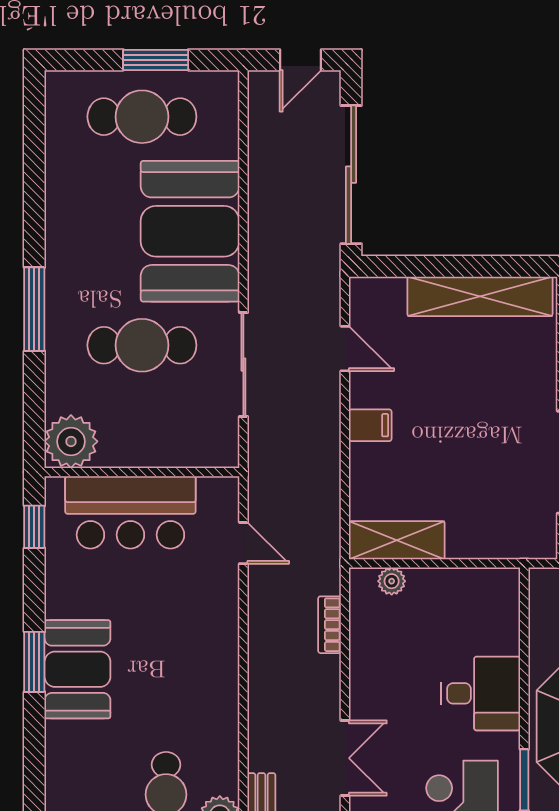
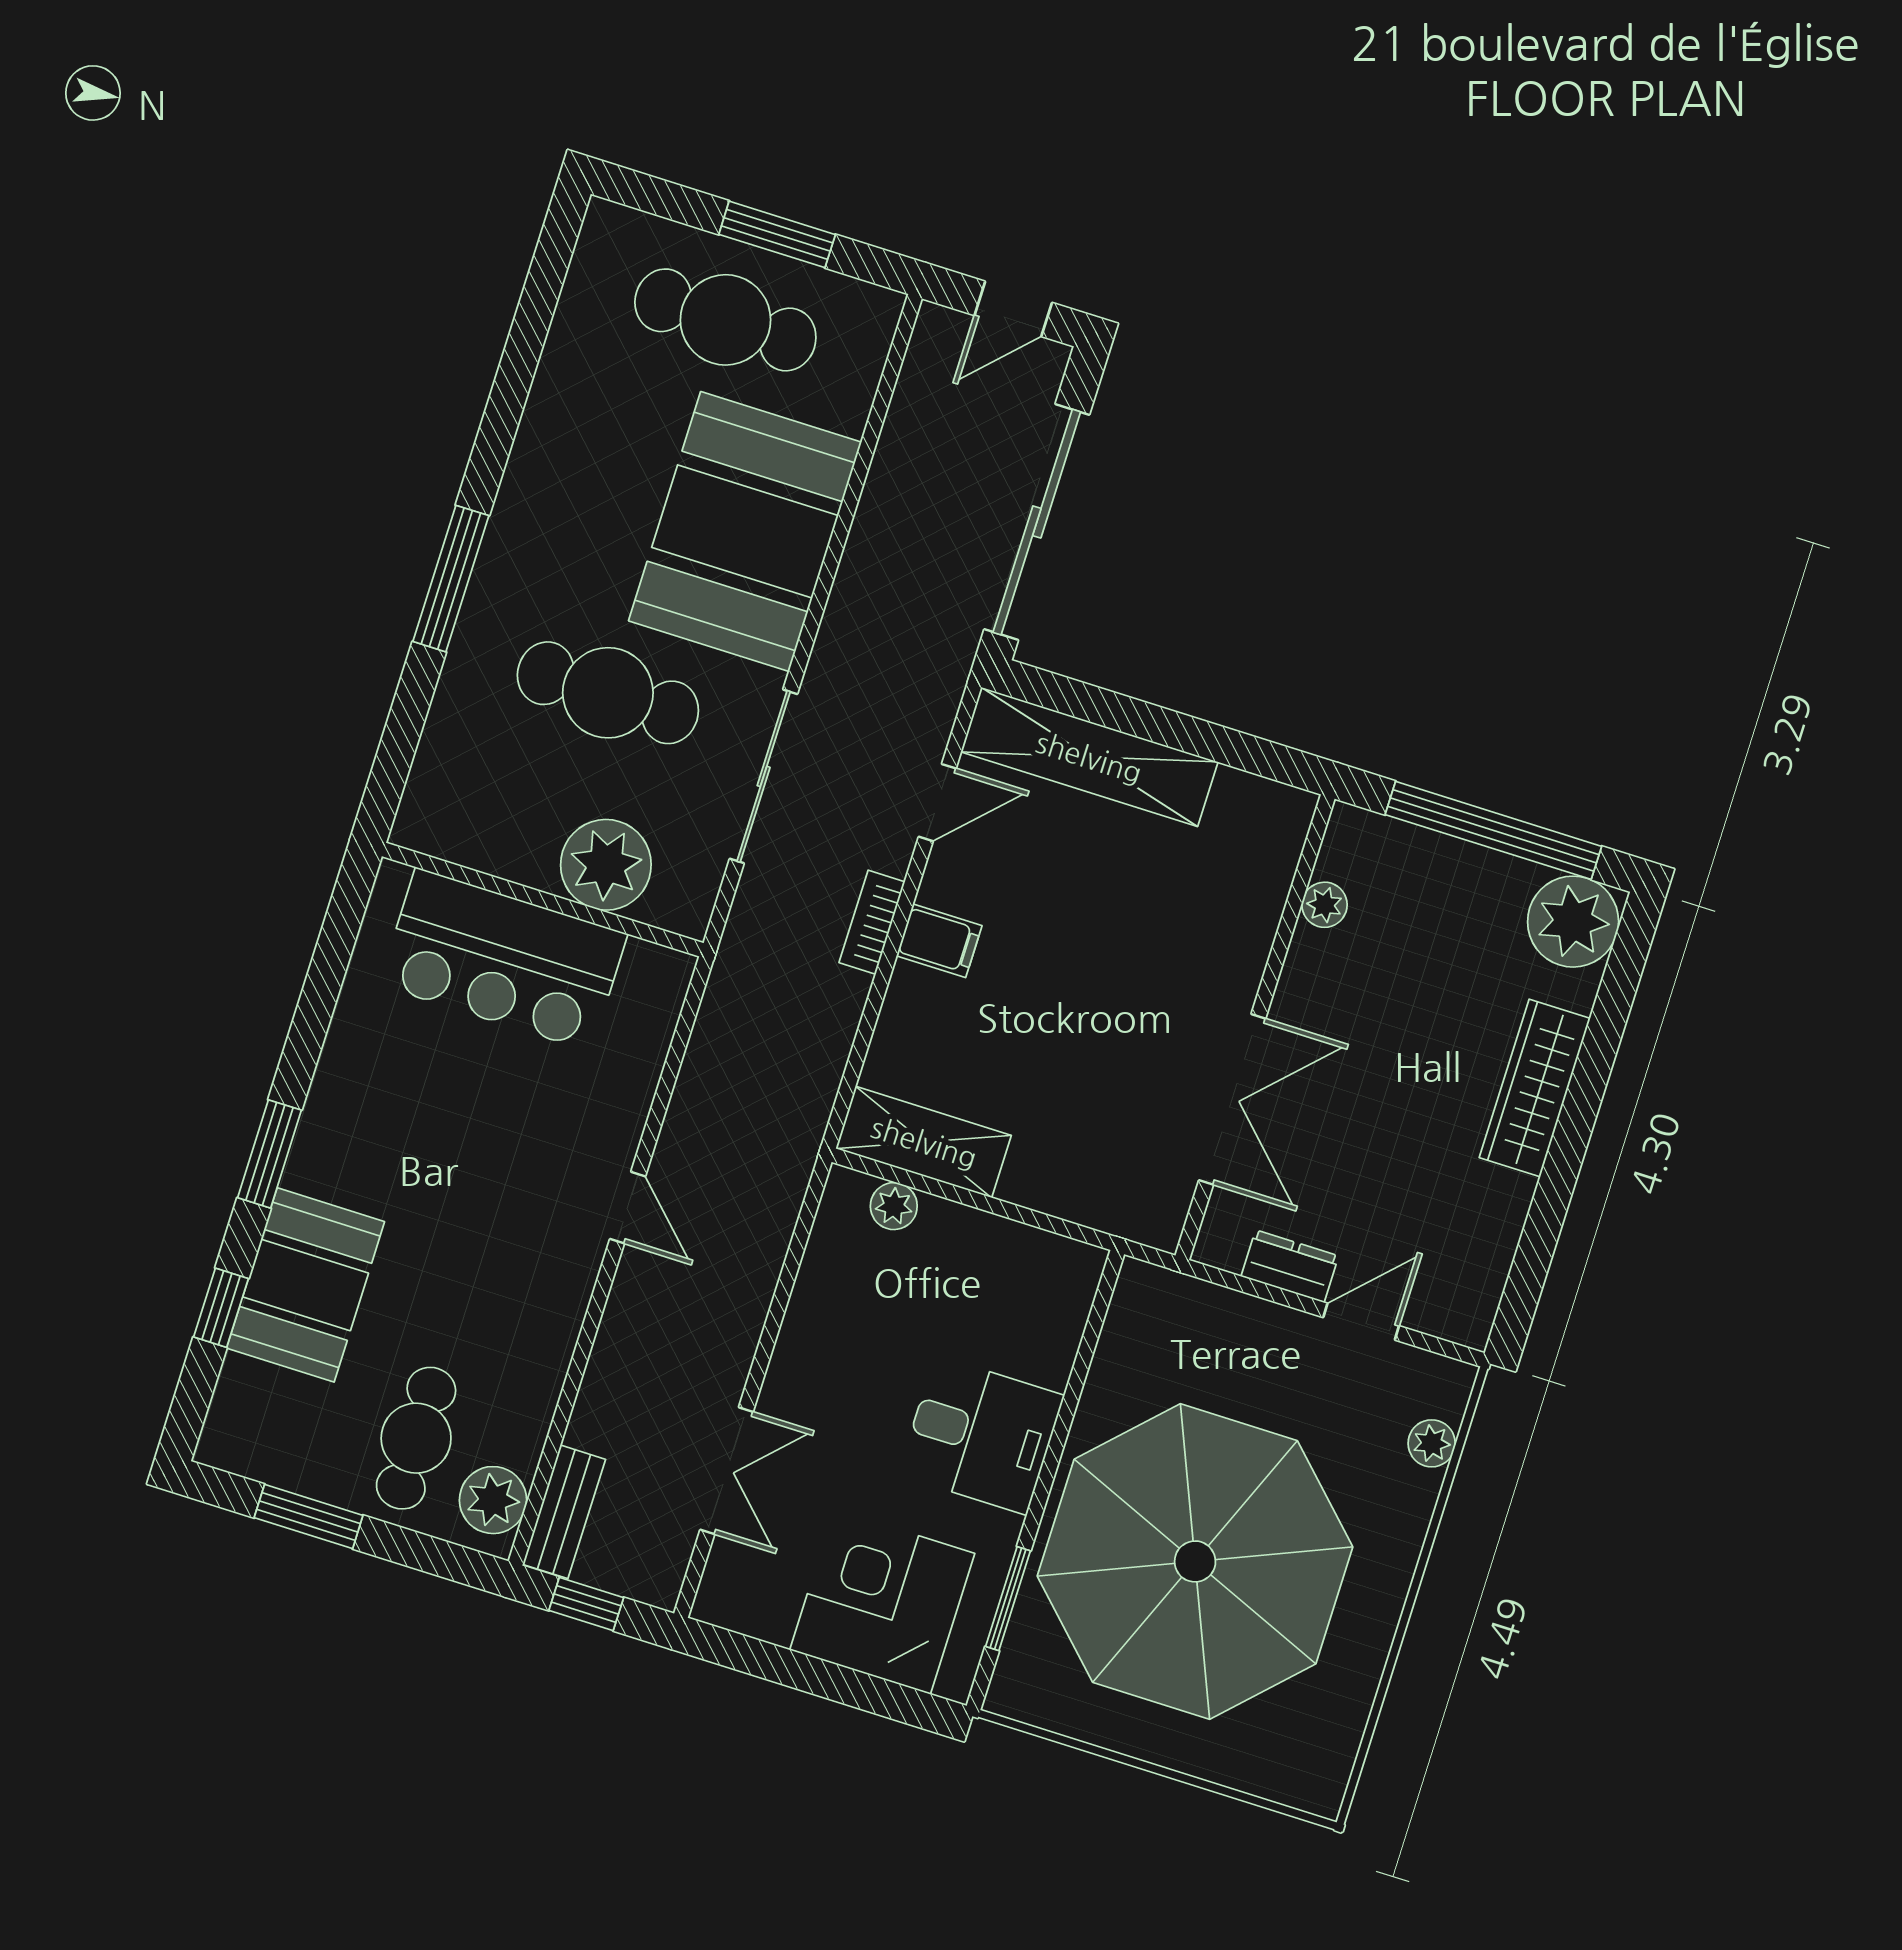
shelving: (480, 296) -> (1089, 757), moved
door: (345, 349) -> (937, 803), hinge flipped
plant: (71, 441) -> (606, 865), moved
window: (34, 527) -> (221, 1308), moved
door: (243, 543) -> (628, 1208), moved
bookcase: (330, 625) -> (872, 922), moved
booth: (77, 669) -> (306, 1285), moved

